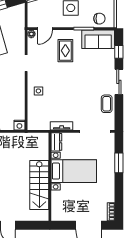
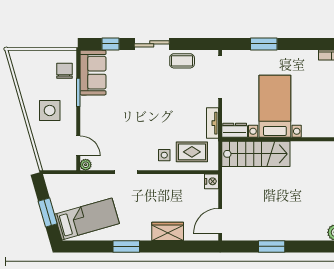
rug: (65, 51) -> (192, 152), moved
stairs: (39, 185) -> (256, 154), moved

